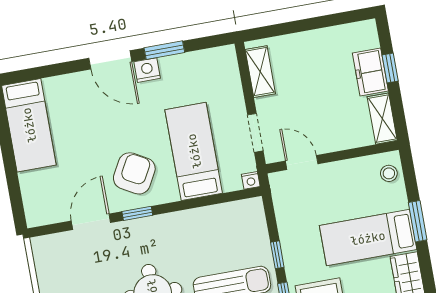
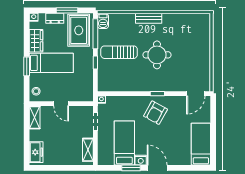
window: (390, 68) -> (27, 141), removed
freezer: (370, 72) -> (36, 152), moved
bed: (194, 151) -> (124, 143), moved, turned 180
door: (302, 162) -> (61, 104), moved
door: (91, 222) -> (196, 94), moved

